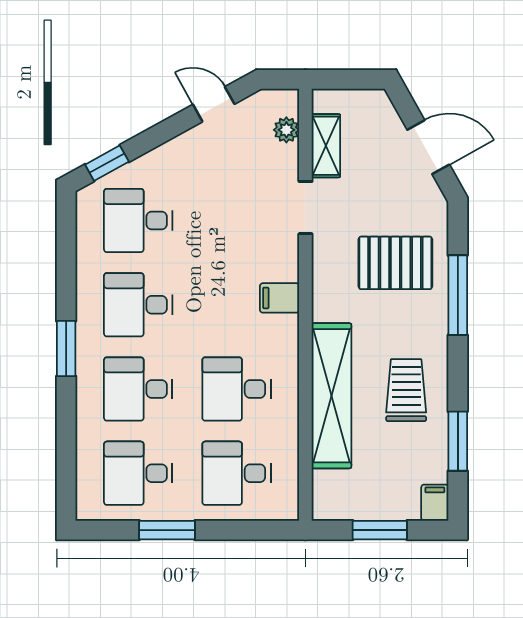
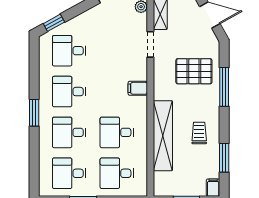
trolley: (406, 390) -> (199, 133), width x0.73, depth x0.72

